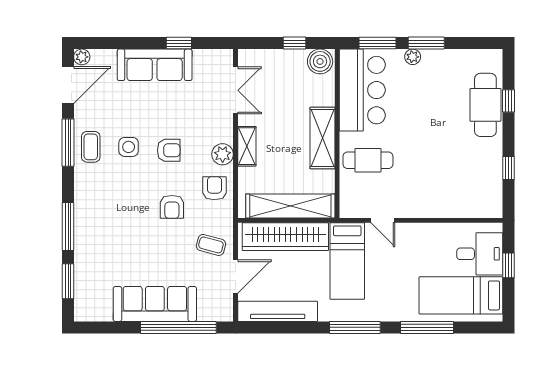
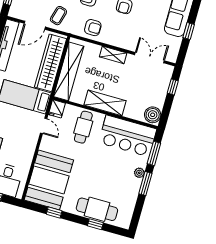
window: (295, 43) -> (173, 87), moved
double door: (236, 90) -> (150, 58), swing flipped
plant: (223, 154) -> (112, 38), removed
booth: (462, 189) -> (49, 180), added
fridge: (352, 208) -> (57, 109), added
door: (383, 220) -> (44, 126), swing flipped
door: (236, 277) -> (35, 25), hinge flipped

